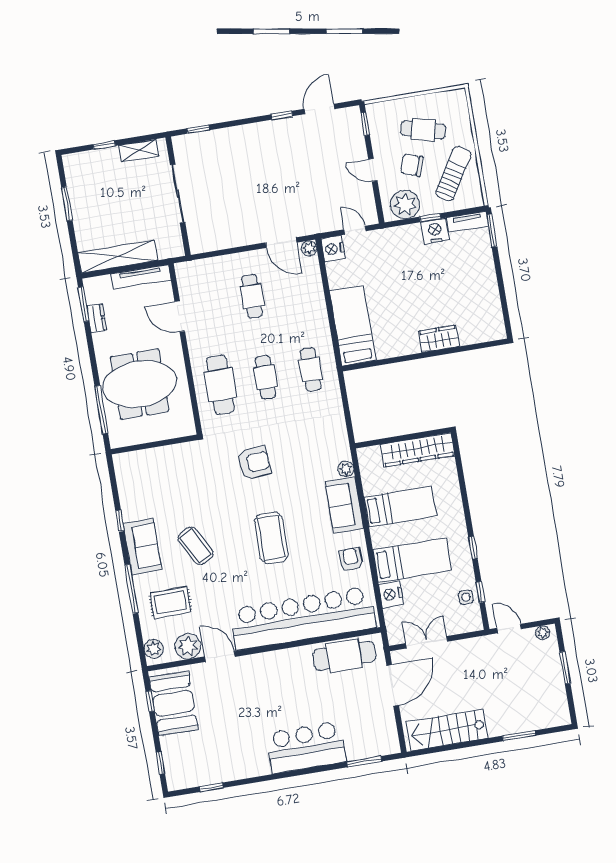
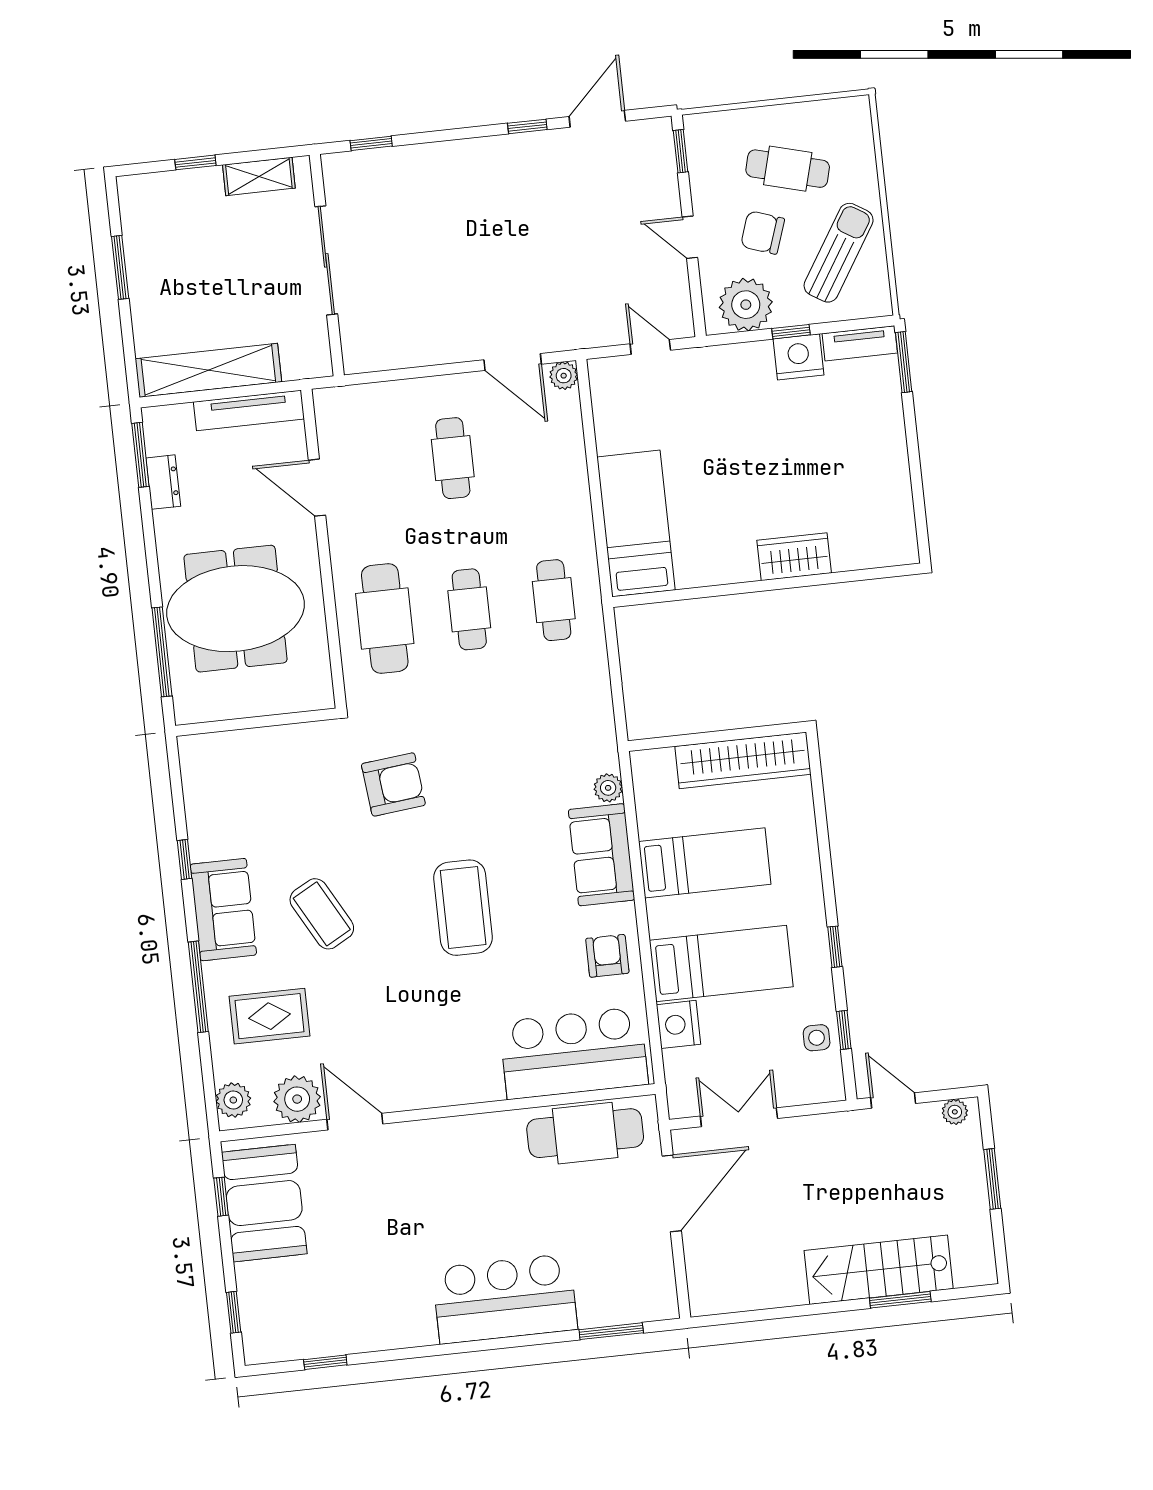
nightstand: (333, 249) -> (608, 379), removed
armchair: (254, 463) -> (393, 784), moved
bar counter: (303, 618) -> (574, 1053), width x0.54
stairs: (447, 730) -> (879, 1270), moved

